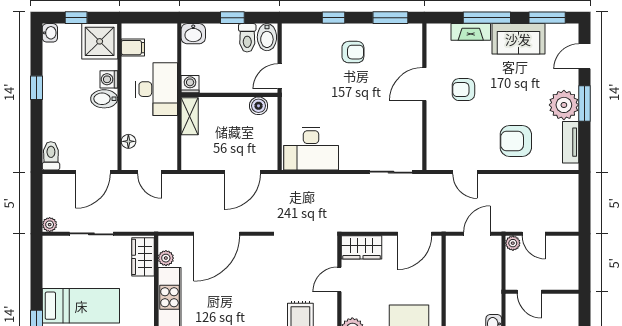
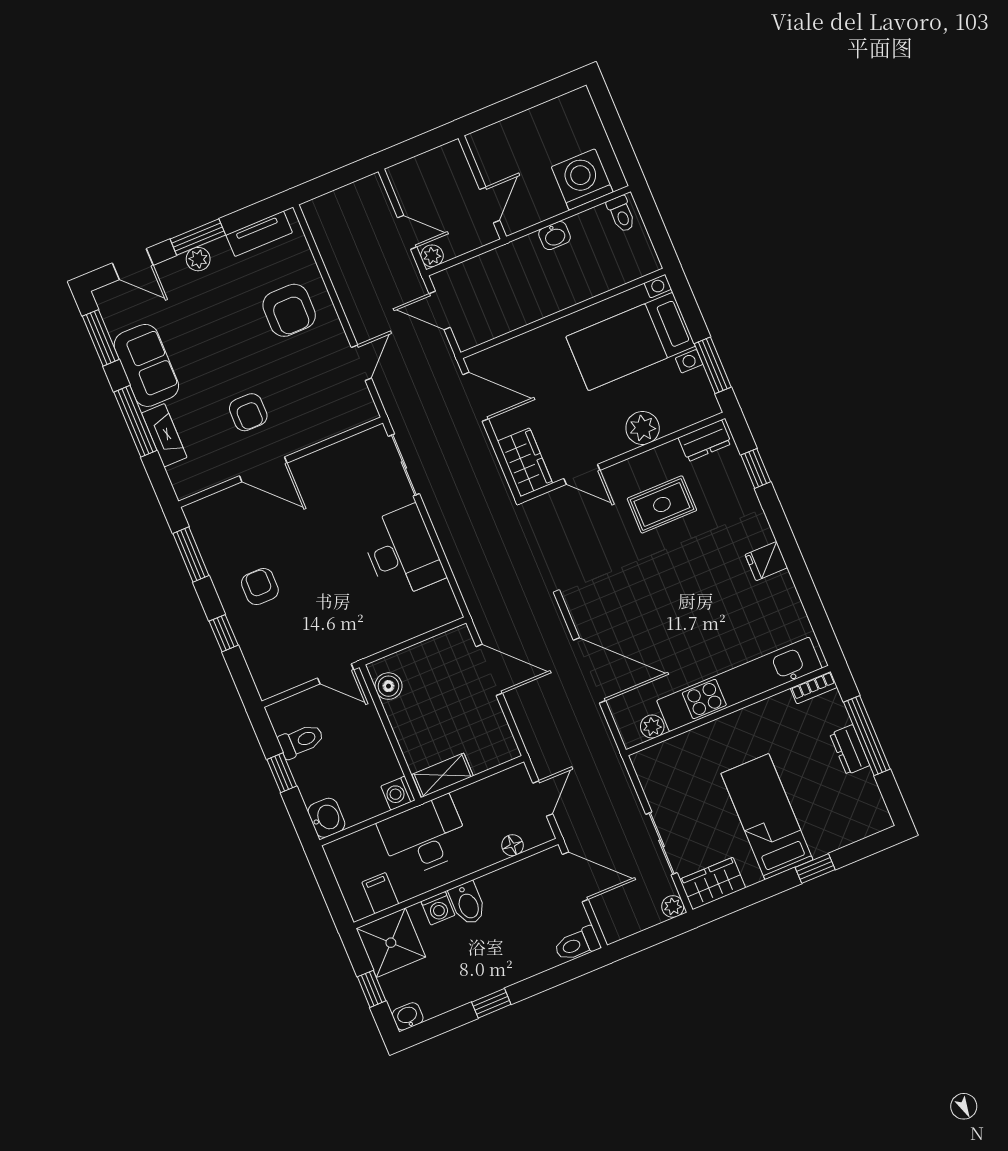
bidet: (267, 37) -> (289, 714), removed
plant: (564, 105) -> (198, 259), width x0.53, depth x0.53
desk: (311, 149) -> (402, 552), moved
door: (534, 234) -> (407, 232), hinge flipped
wardrobe: (143, 257) -> (713, 884), moved, turned 180

